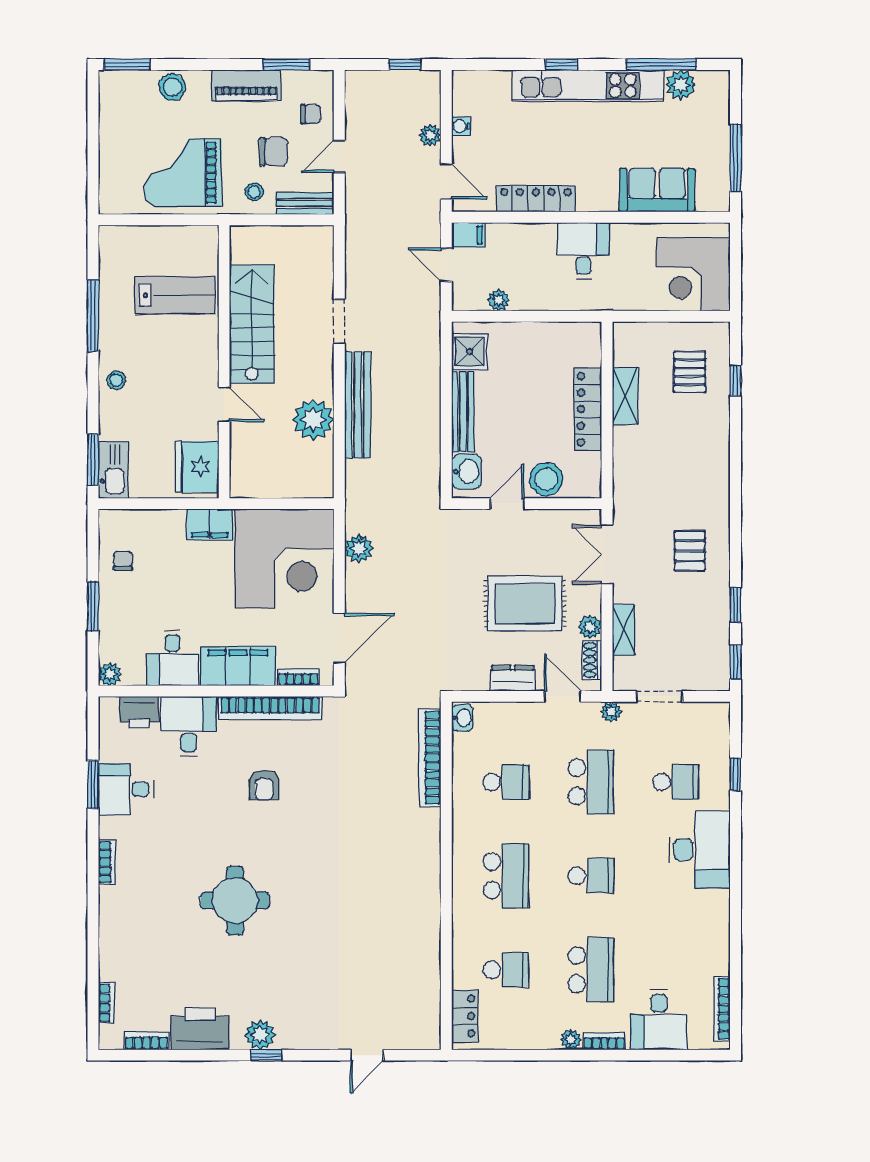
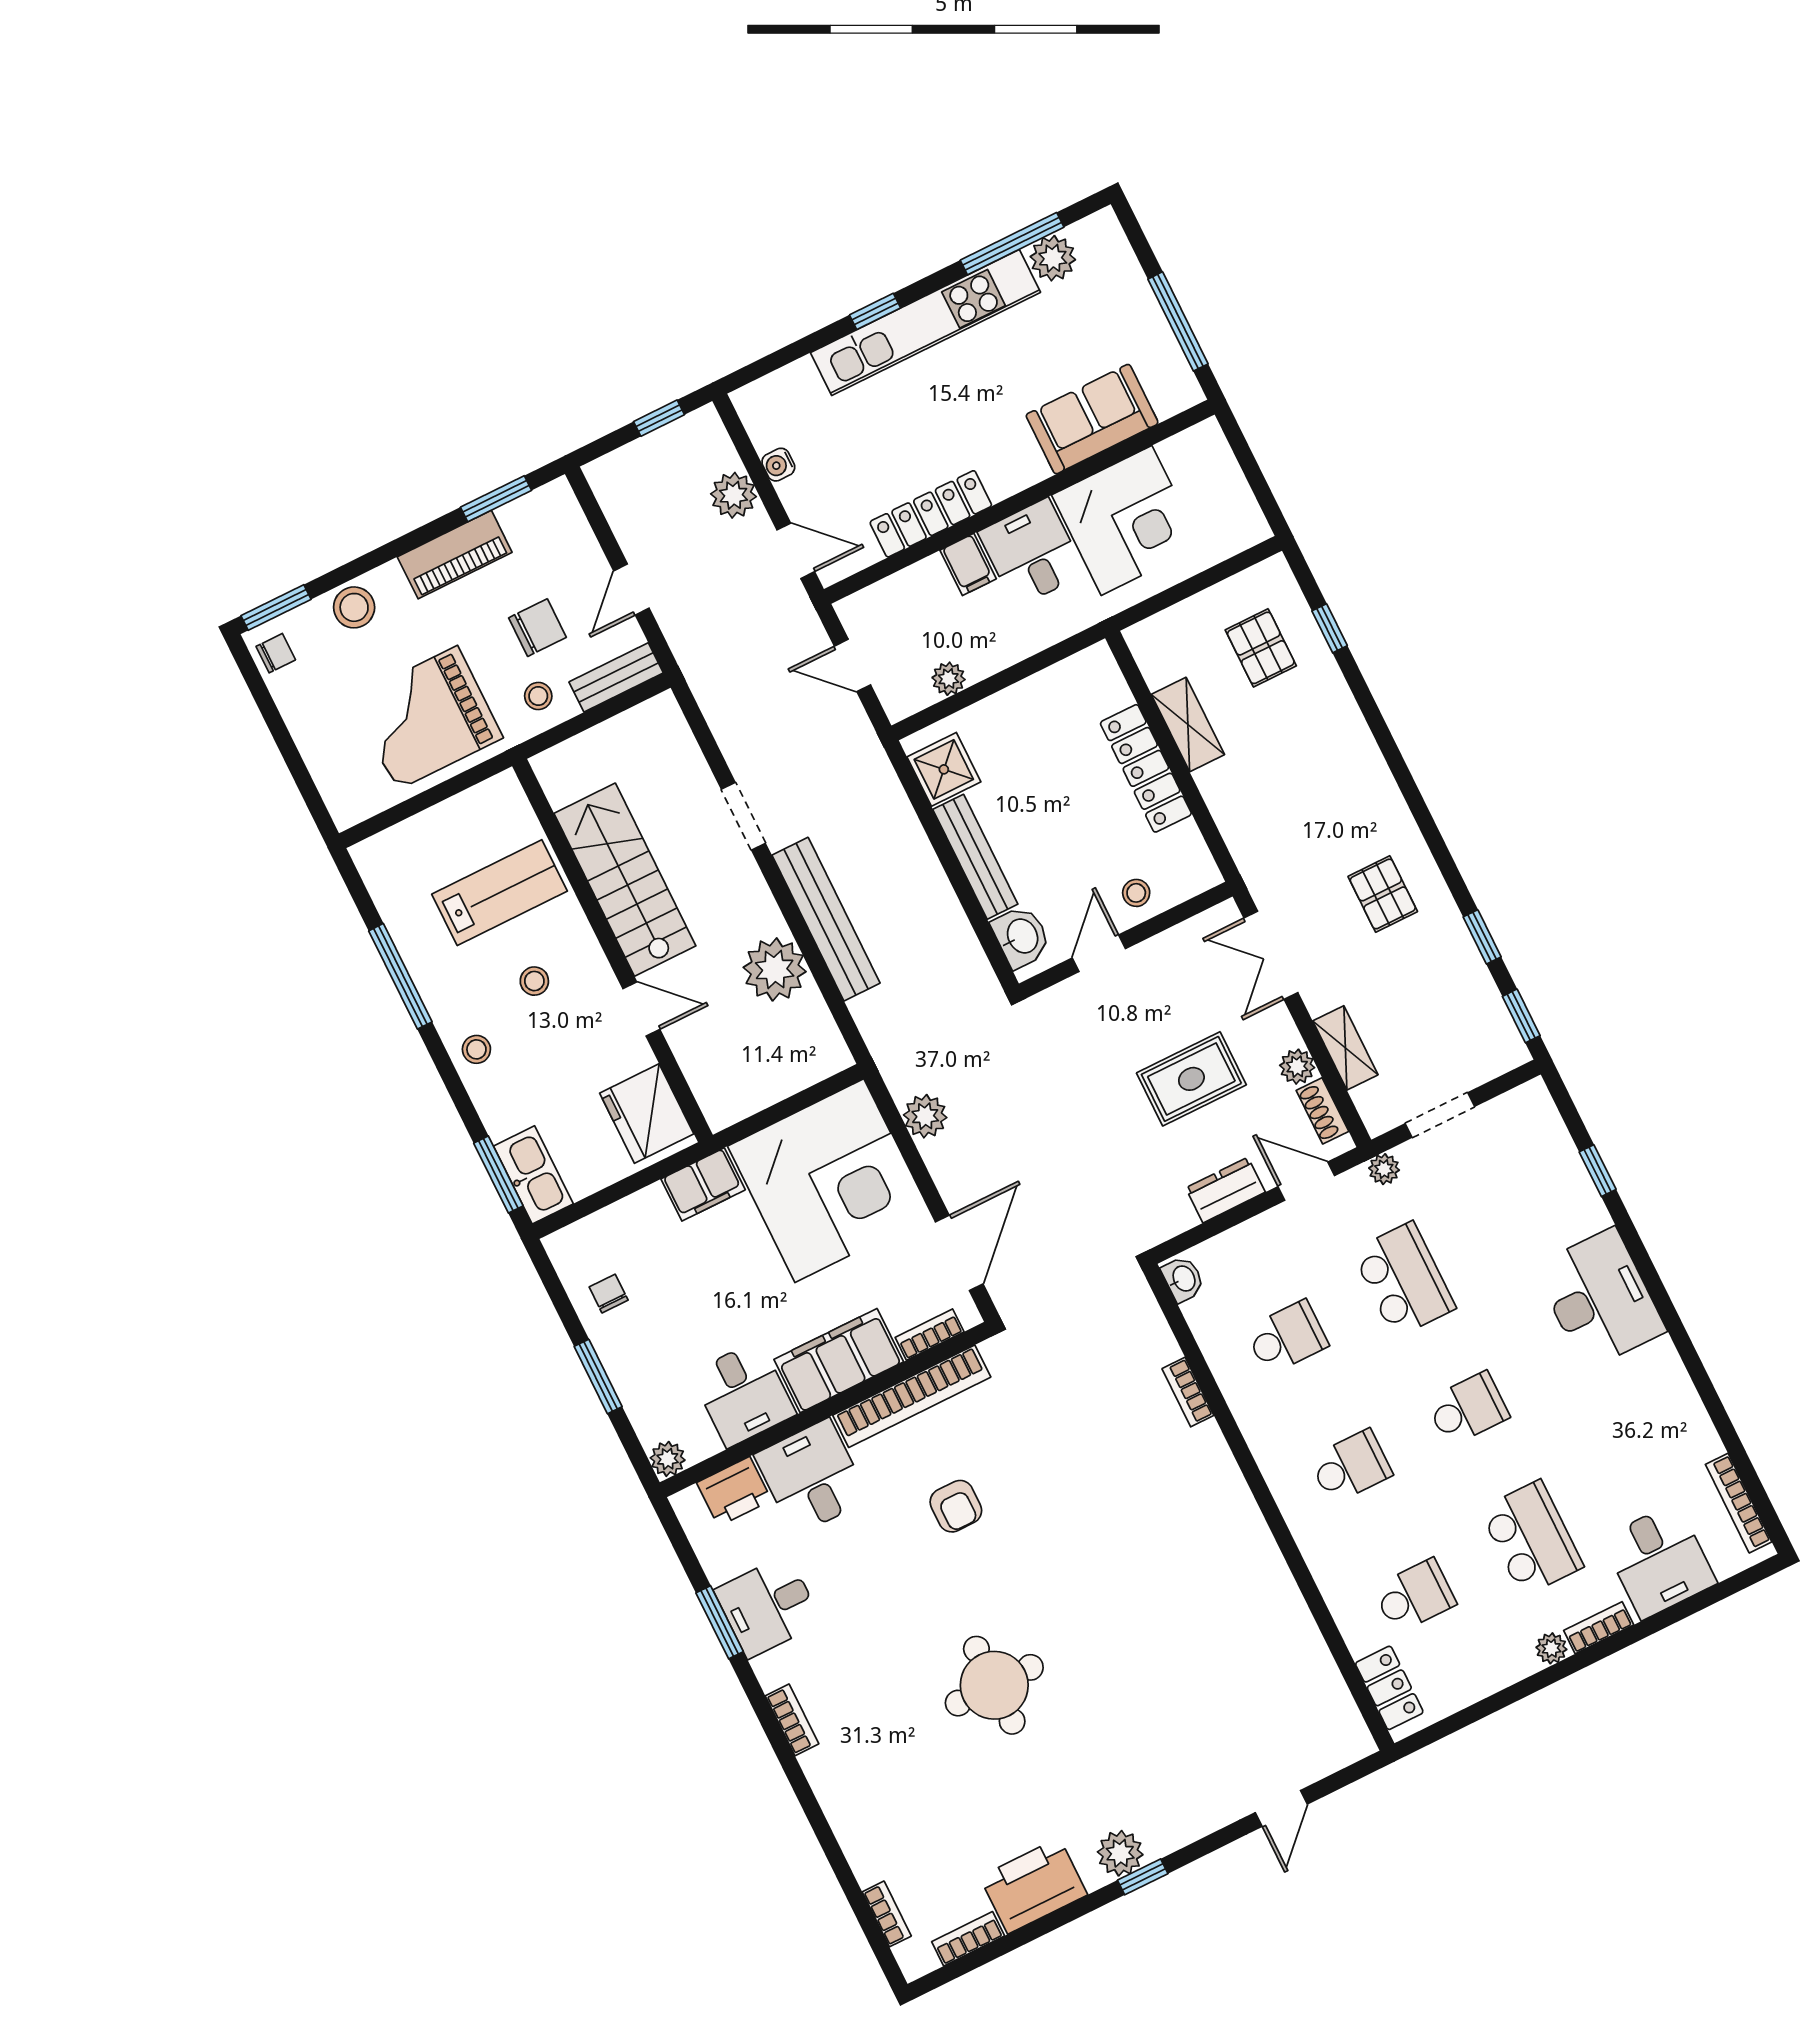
chair: (311, 114) -> (276, 653), moved
plant: (430, 135) -> (734, 495), width x1.38, depth x1.38
filing cabinet: (468, 235) -> (968, 564), moved, turned 90
corner desk: (694, 274) -> (1127, 520), moved, turned -90
stool: (170, 357) -> (534, 981), added
stool: (546, 479) -> (1136, 893), width x0.53, depth x0.53
rug: (525, 604) -> (1191, 1079), width x0.73, depth x0.70
bookcase: (430, 758) -> (1188, 1392), width x0.43, depth x0.76
school desk: (676, 782) -> (1521, 1222), removed
school desk: (506, 876) -> (1351, 1467), width x0.54

